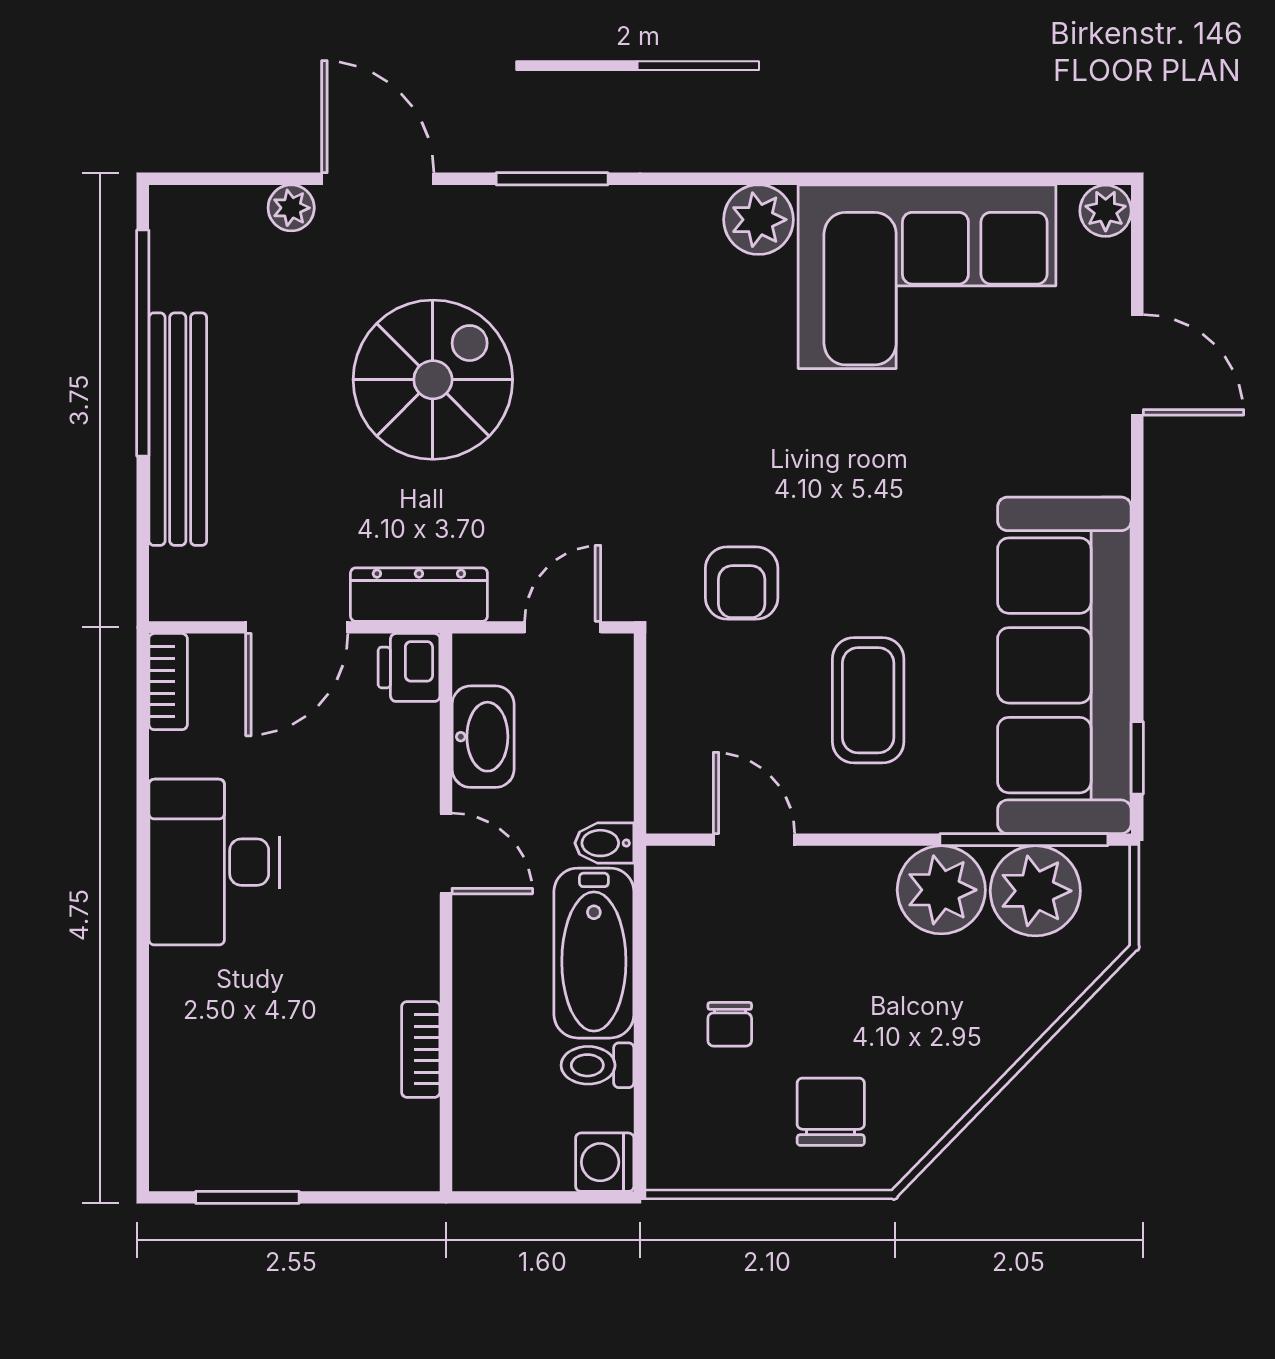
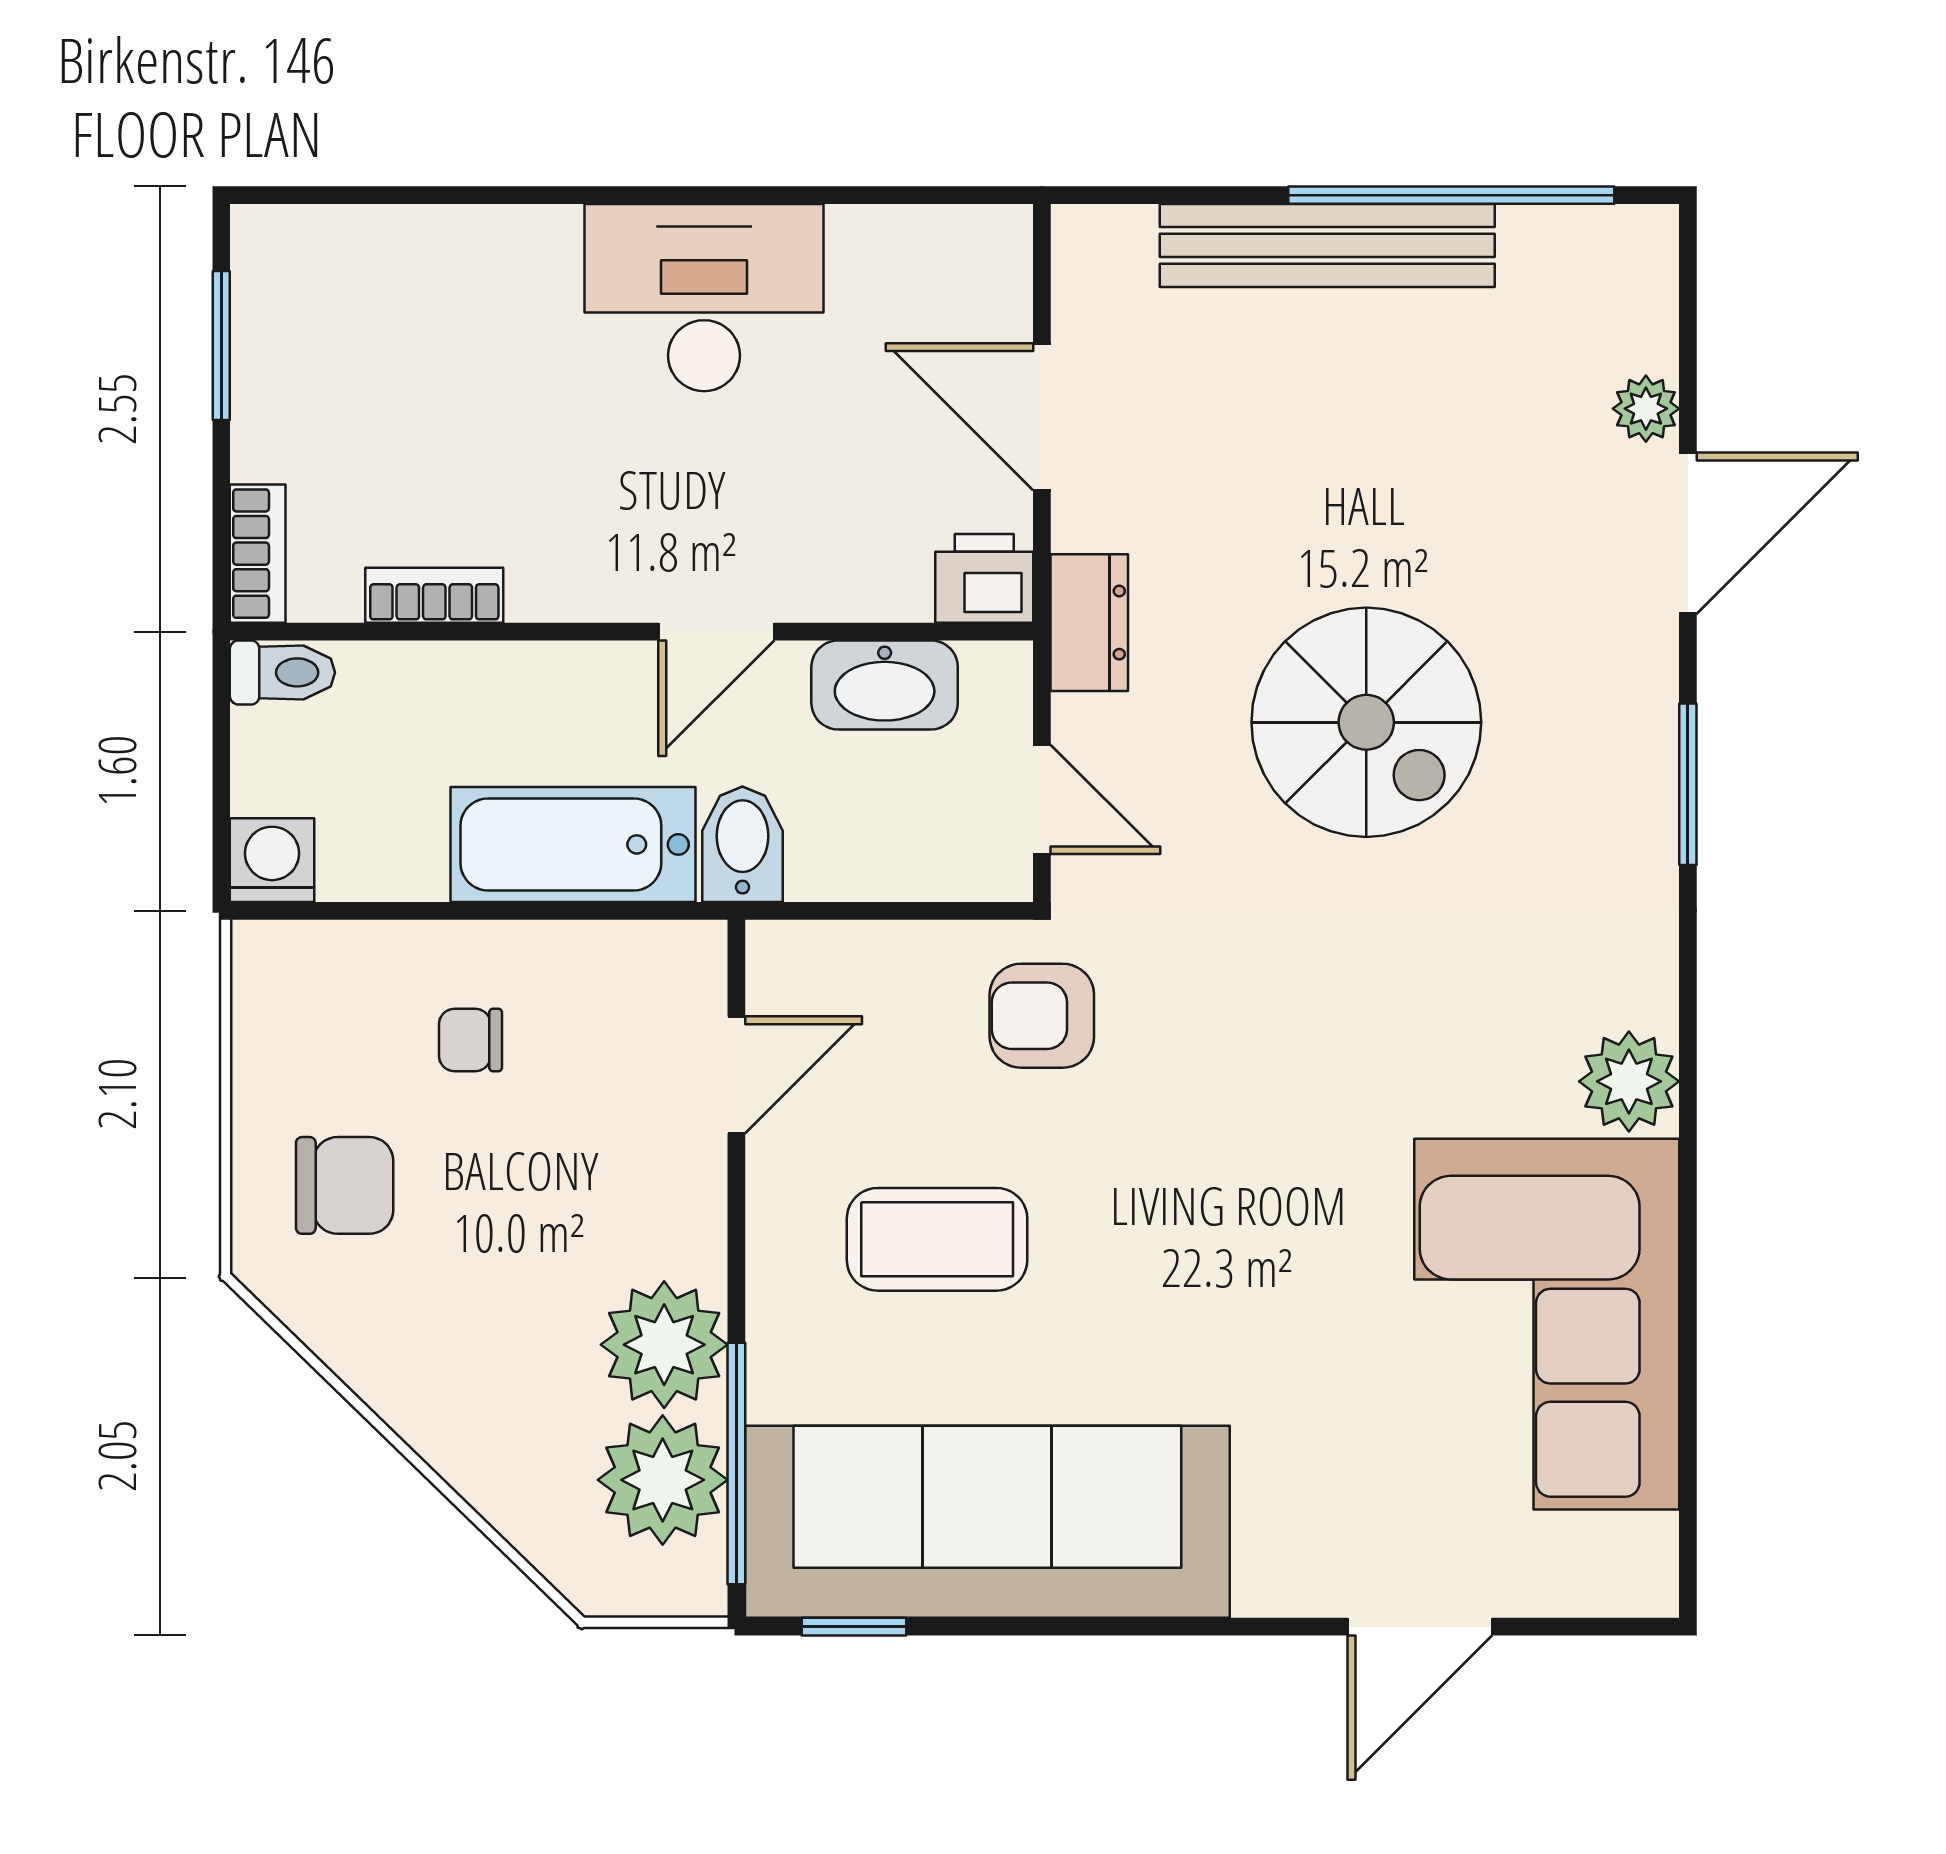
plant: (1106, 211) -> (1642, 1581), removed
spiral stairs: (433, 380) -> (1366, 722), moved
armchair: (742, 583) -> (1042, 1016), moved
dresser: (419, 595) -> (1089, 623), width x0.70
bookcase: (168, 682) -> (258, 554), moved, turned -90
bidet: (604, 843) -> (742, 844), width x1.38, depth x1.36
toilet: (598, 1065) -> (282, 672), moved, turned 90

